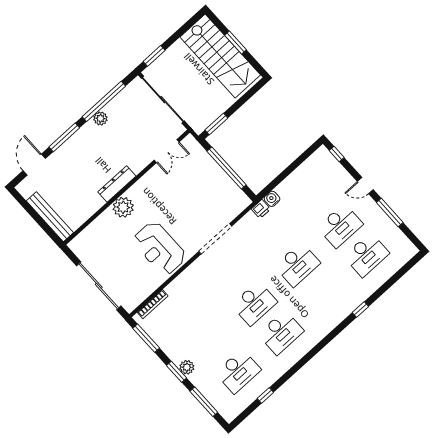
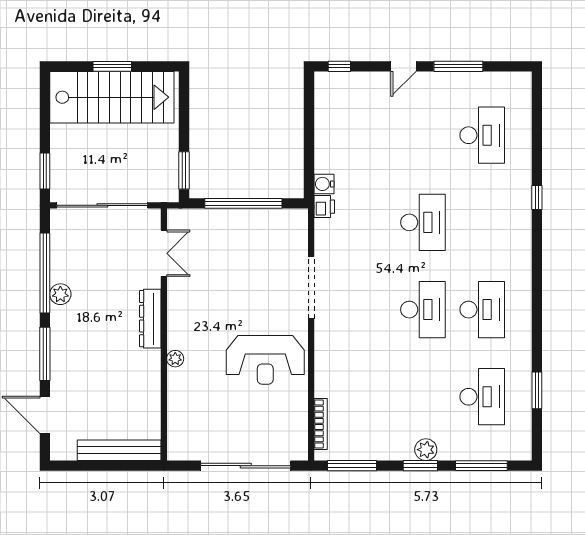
dresser: (117, 184) -> (150, 319), moved
plant: (123, 207) -> (175, 359), width x0.53, depth x0.53
desk: (340, 226) -> (423, 135), removed
window: (265, 395) -> (537, 390), width x1.50

